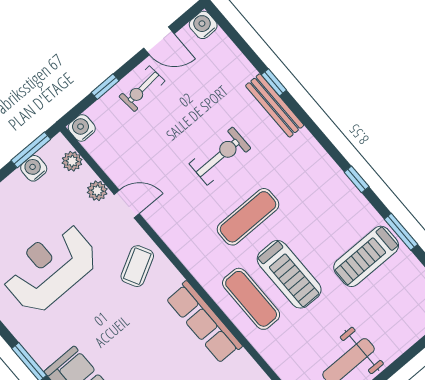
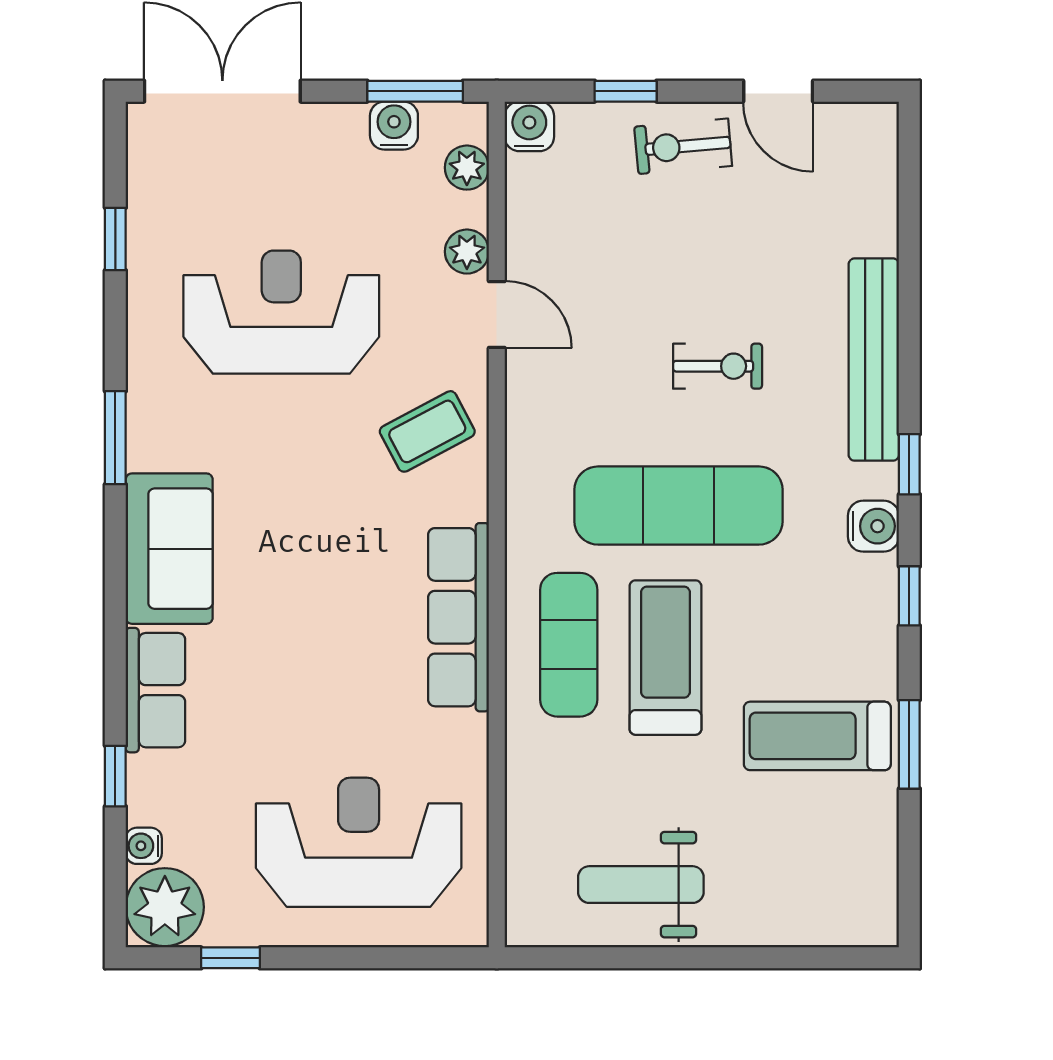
water cooler: (203, 25) -> (873, 526), moved, turned 90
window: (274, 82) -> (909, 464), moved
bench: (275, 105) -> (874, 360), width x1.37, depth x1.21
exercise bike: (220, 156) -> (718, 366), width x0.73, depth x0.72
exercise mat: (248, 217) -> (678, 506), width x1.36, depth x1.45
treadmill: (289, 274) -> (665, 658), turned 180

